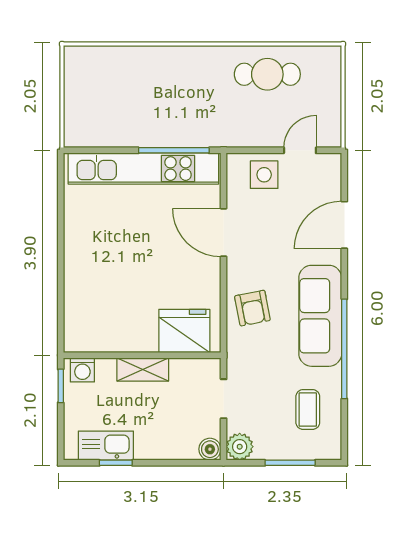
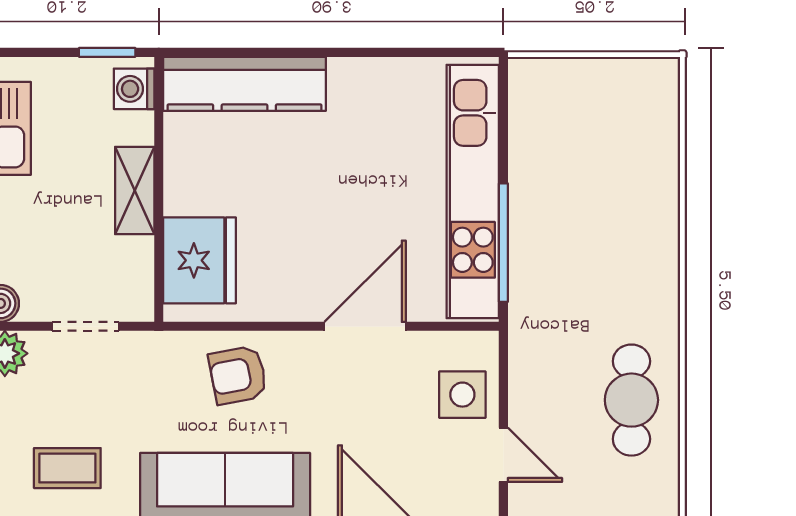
kitchen counter: (79, 304) -> (245, 84), added

